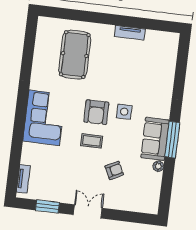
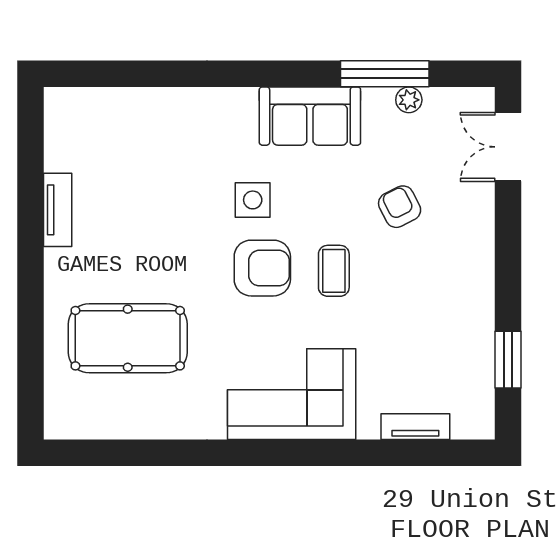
window: (172, 140) -> (385, 74), moved
plant: (158, 166) -> (409, 100), moved
tv unit: (23, 179) -> (415, 427), moved
double door: (88, 211) -> (508, 147), moved

